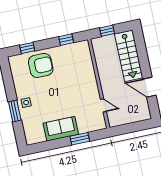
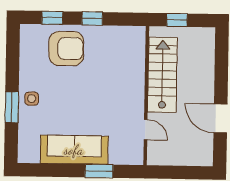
window: (66, 40) -> (92, 18), moved
stairs: (129, 56) -> (162, 75), moved, turned 180
sofa: (61, 129) -> (74, 150), width x1.36

